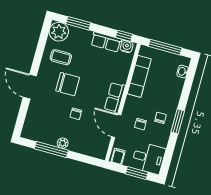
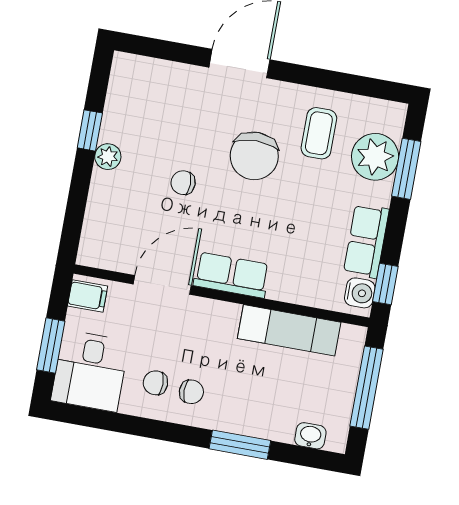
plant: (59, 32) -> (375, 157), moved
window: (178, 121) -> (240, 445), moved
chair: (140, 124) -> (155, 383), moved
window: (51, 149) -> (90, 130), width x0.46

